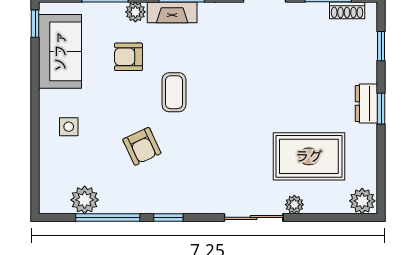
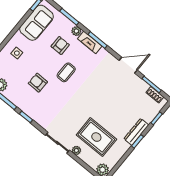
armchair: (129, 57) -> (60, 45), turned 90
dresser: (366, 103) -> (136, 132), width x1.44
armchair: (142, 146) -> (38, 83), turned 116

